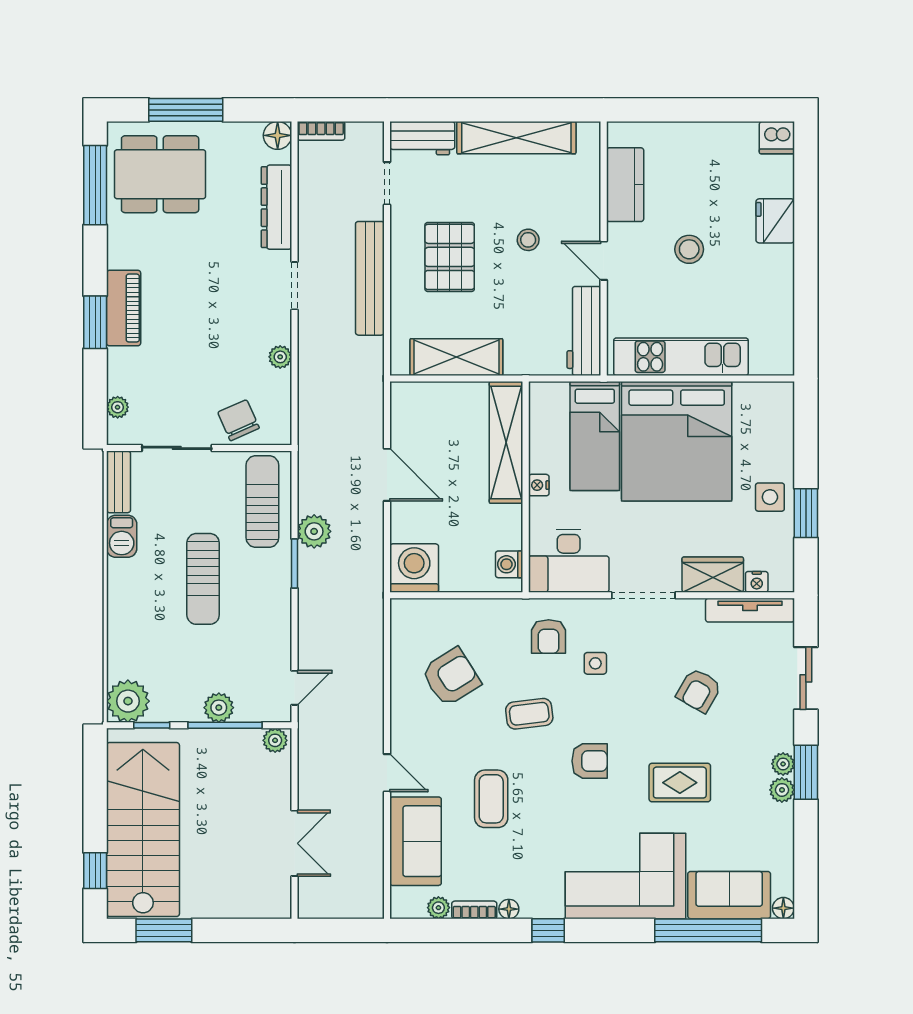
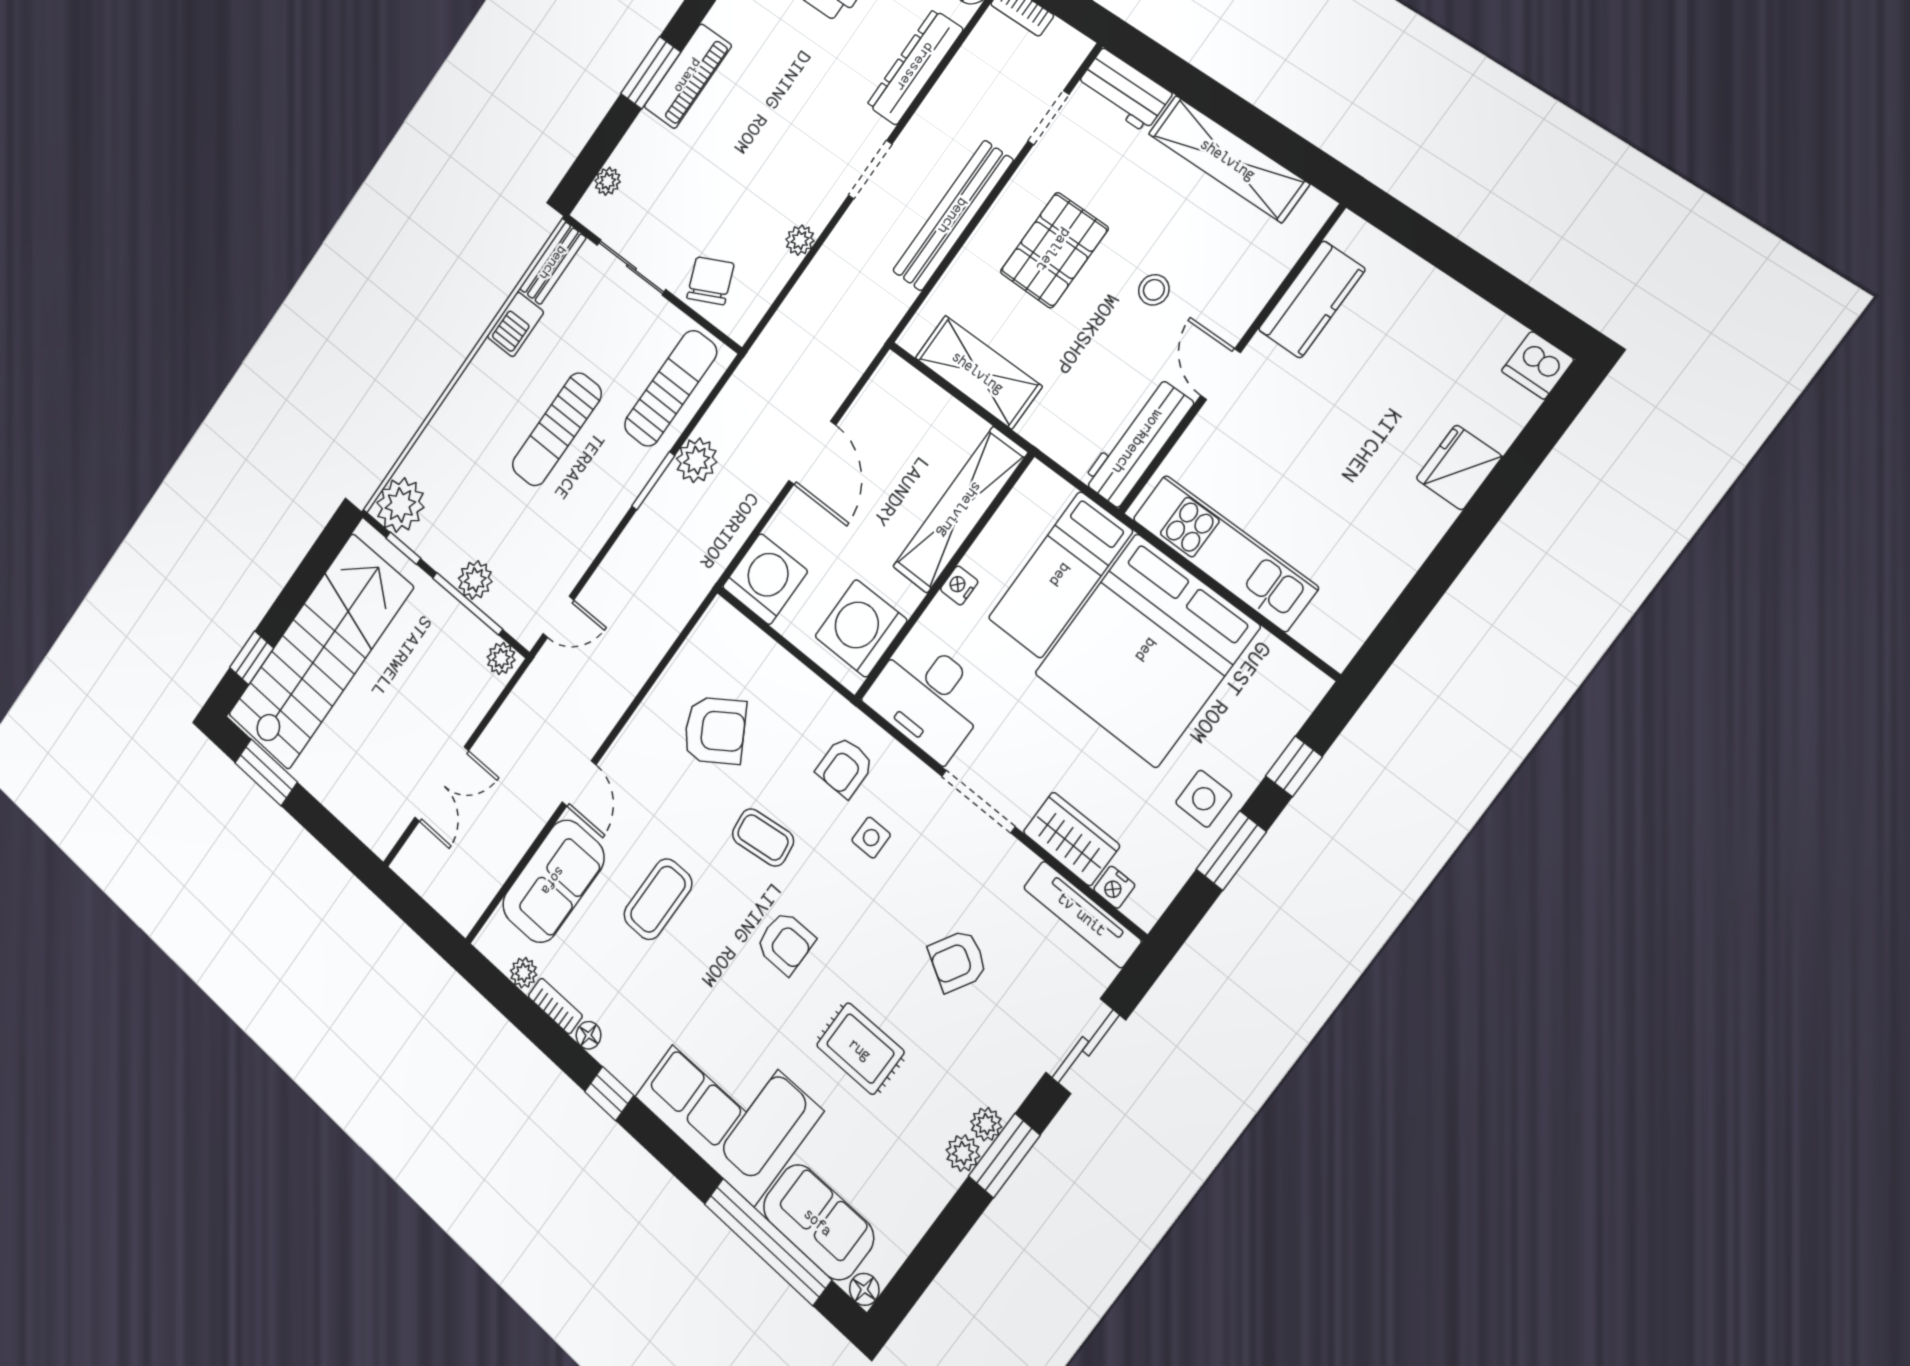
stool: (689, 249) -> (1330, 430), removed
window: (806, 443) -> (1294, 766), added
washing machine: (509, 564) -> (861, 628), width x1.89, depth x1.89

